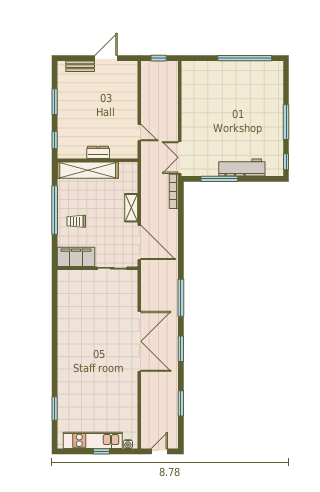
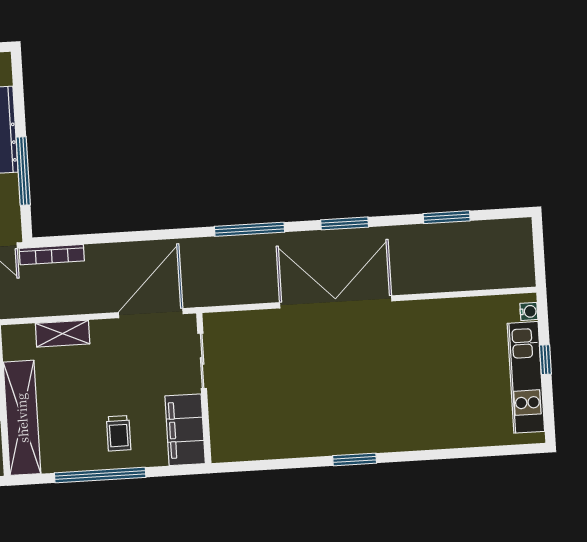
shelving: (131, 208) -> (63, 334), moved
window: (55, 409) -> (355, 459), moved
door: (159, 451) -> (539, 252), removed

